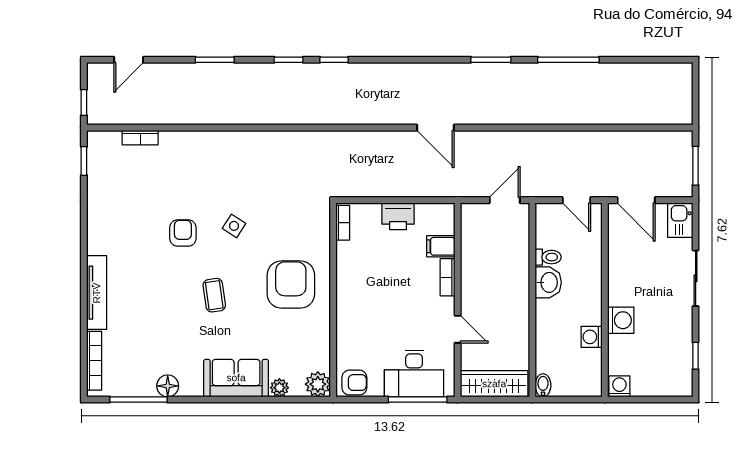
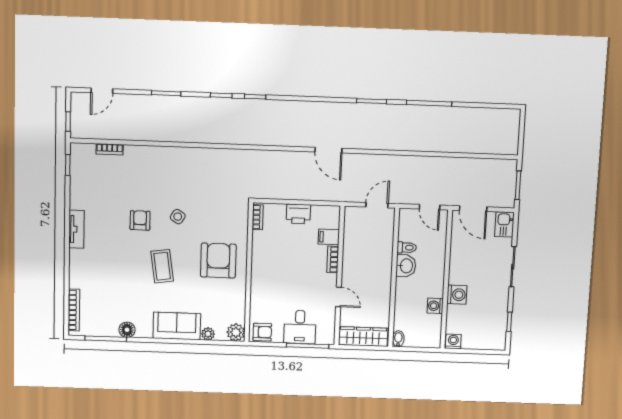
tv unit: (97, 293) -> (76, 229), moved, width x0.71
coffee table: (214, 295) -> (162, 266), width x1.36, depth x1.30
desk: (414, 373) -> (300, 327), width x0.73

